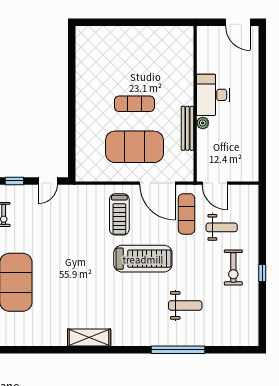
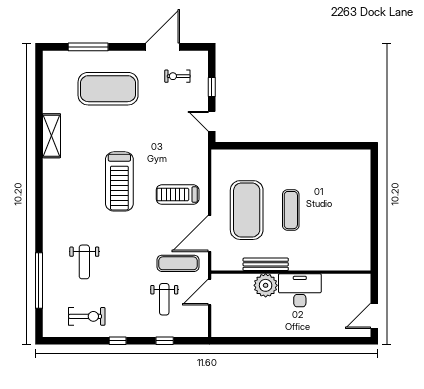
plant: (203, 123) -> (266, 285), width x1.88, depth x1.88
window: (262, 227) -> (165, 341), added
treadmill: (143, 259) -> (119, 181), moved
exercise bike: (233, 268) -> (87, 316), moved, turned 180
shelving: (89, 337) -> (52, 136), moved
window: (178, 350) -> (39, 281), moved

